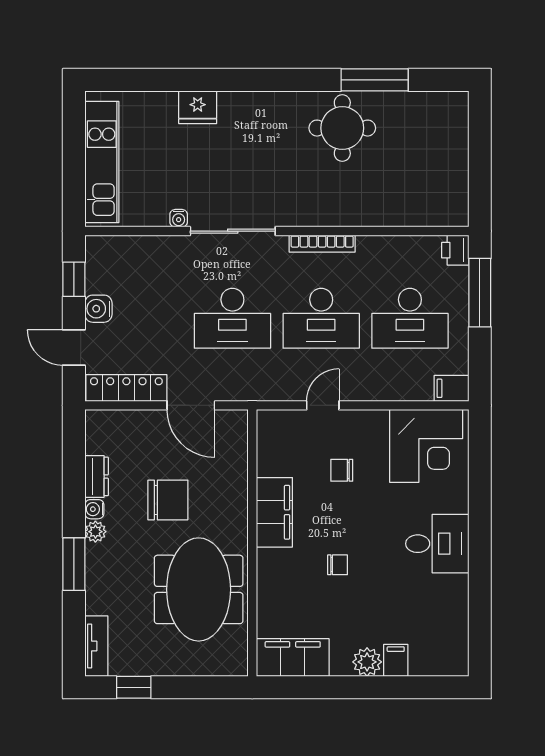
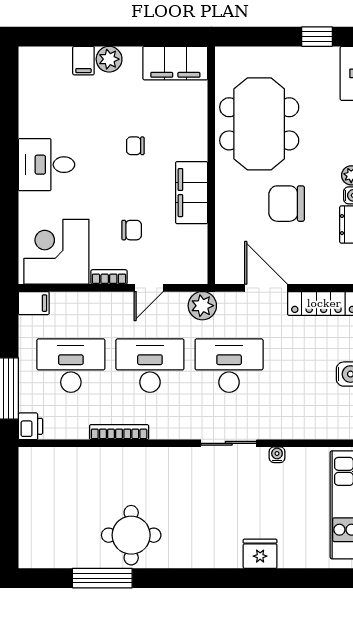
sliding door: (233, 231) -> (229, 443), width x0.73
bookcase: (322, 244) -> (119, 432), moved
plant: (262, 385) -> (202, 306), added
bookcase: (367, 418) -> (109, 277), added

